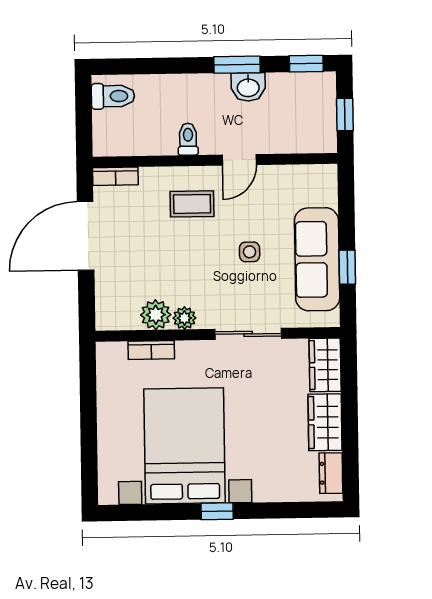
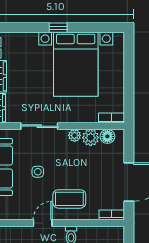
coffee table: (192, 204) -> (69, 199), width x1.36, depth x1.30
floor lamp: (125, 317) -> (107, 136), added
bookcase: (151, 350) -> (112, 118), moved

